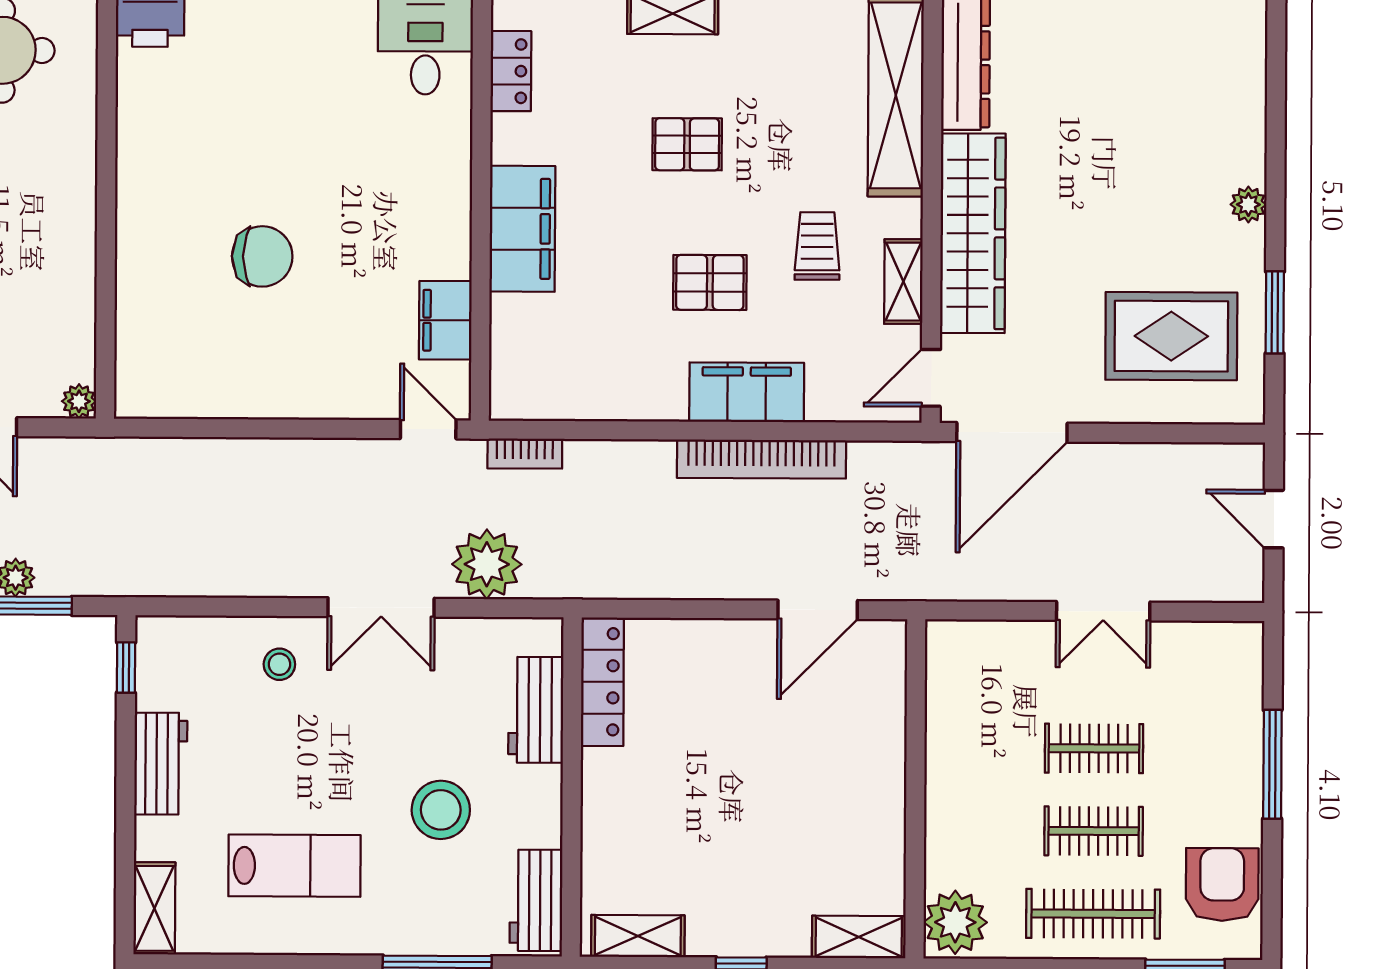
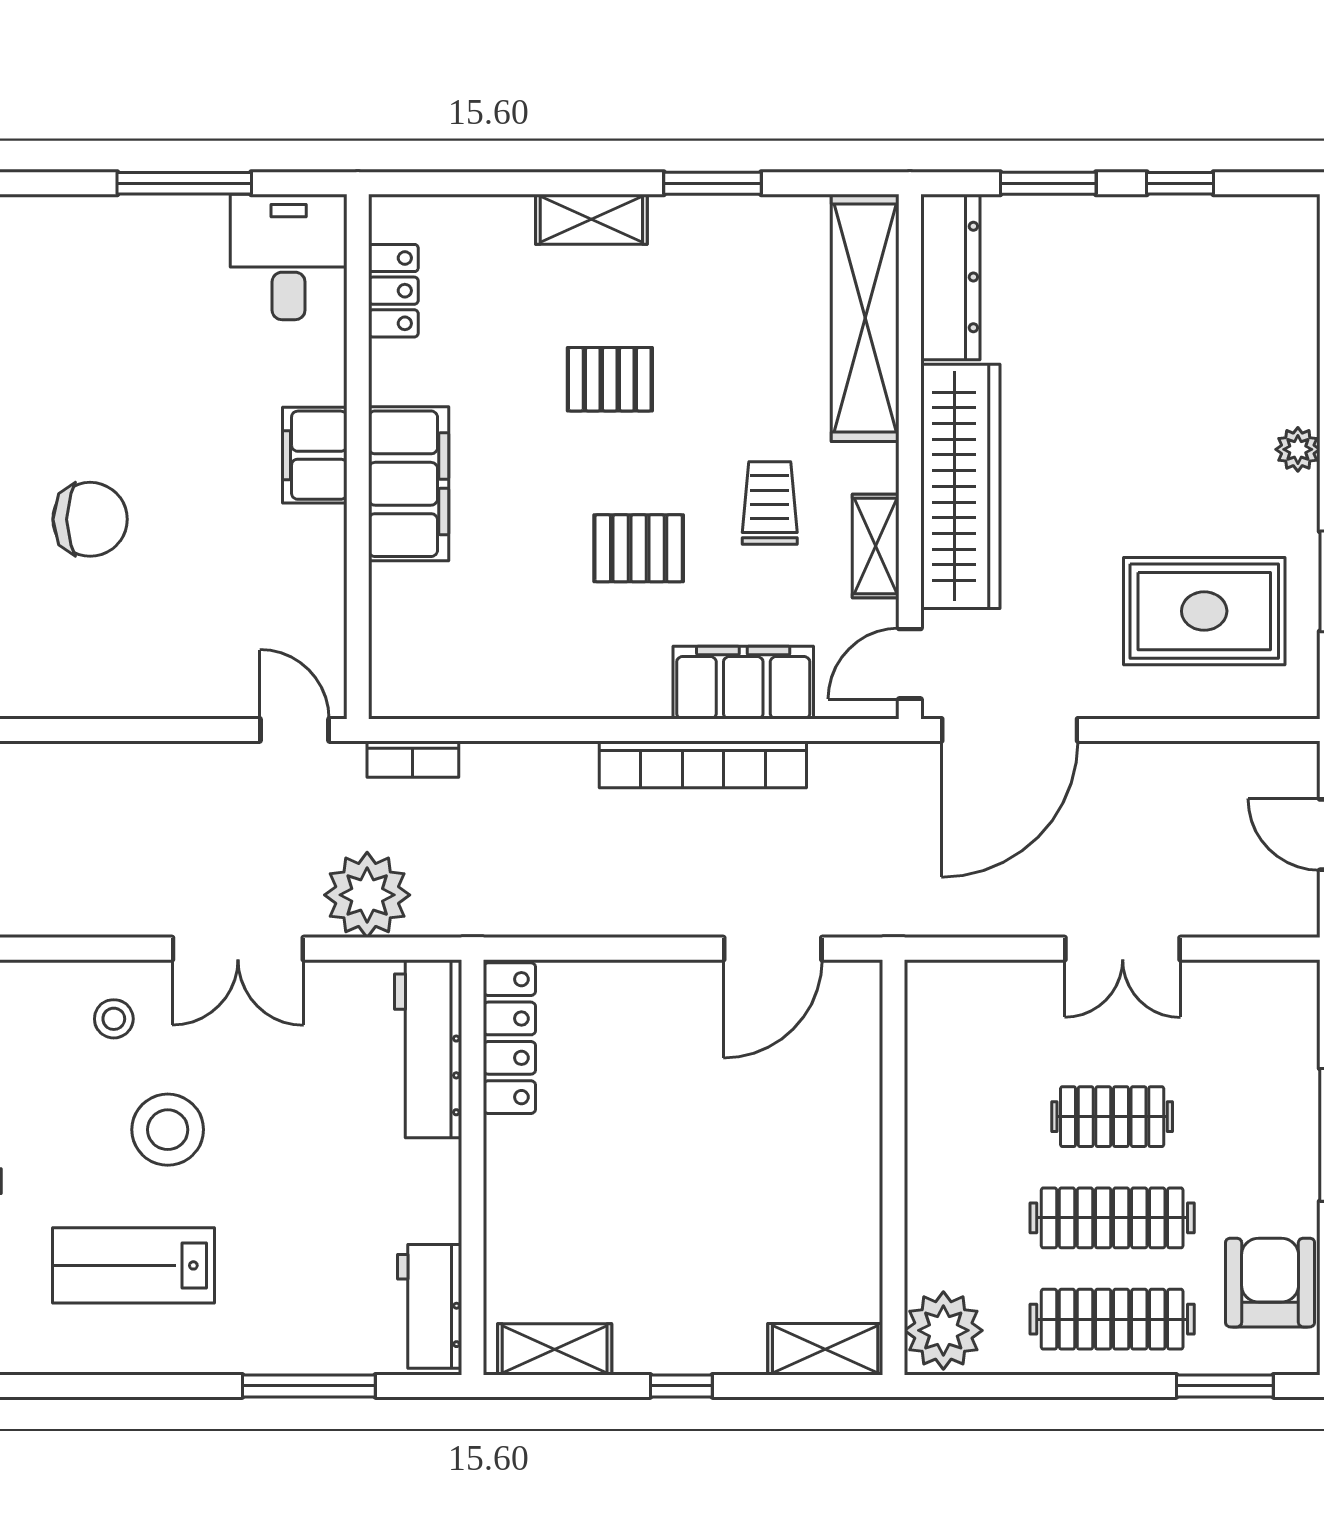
filing cabinet: (445, 320) -> (315, 455), moved
filing cabinet: (747, 392) -> (743, 683), moved
workbench: (536, 710) -> (428, 1049), width x1.38
stool: (441, 810) -> (168, 1130), moved
clothes rail: (1094, 831) -> (1112, 1218), width x1.36
lab bench: (295, 866) -> (134, 1265), turned 180

